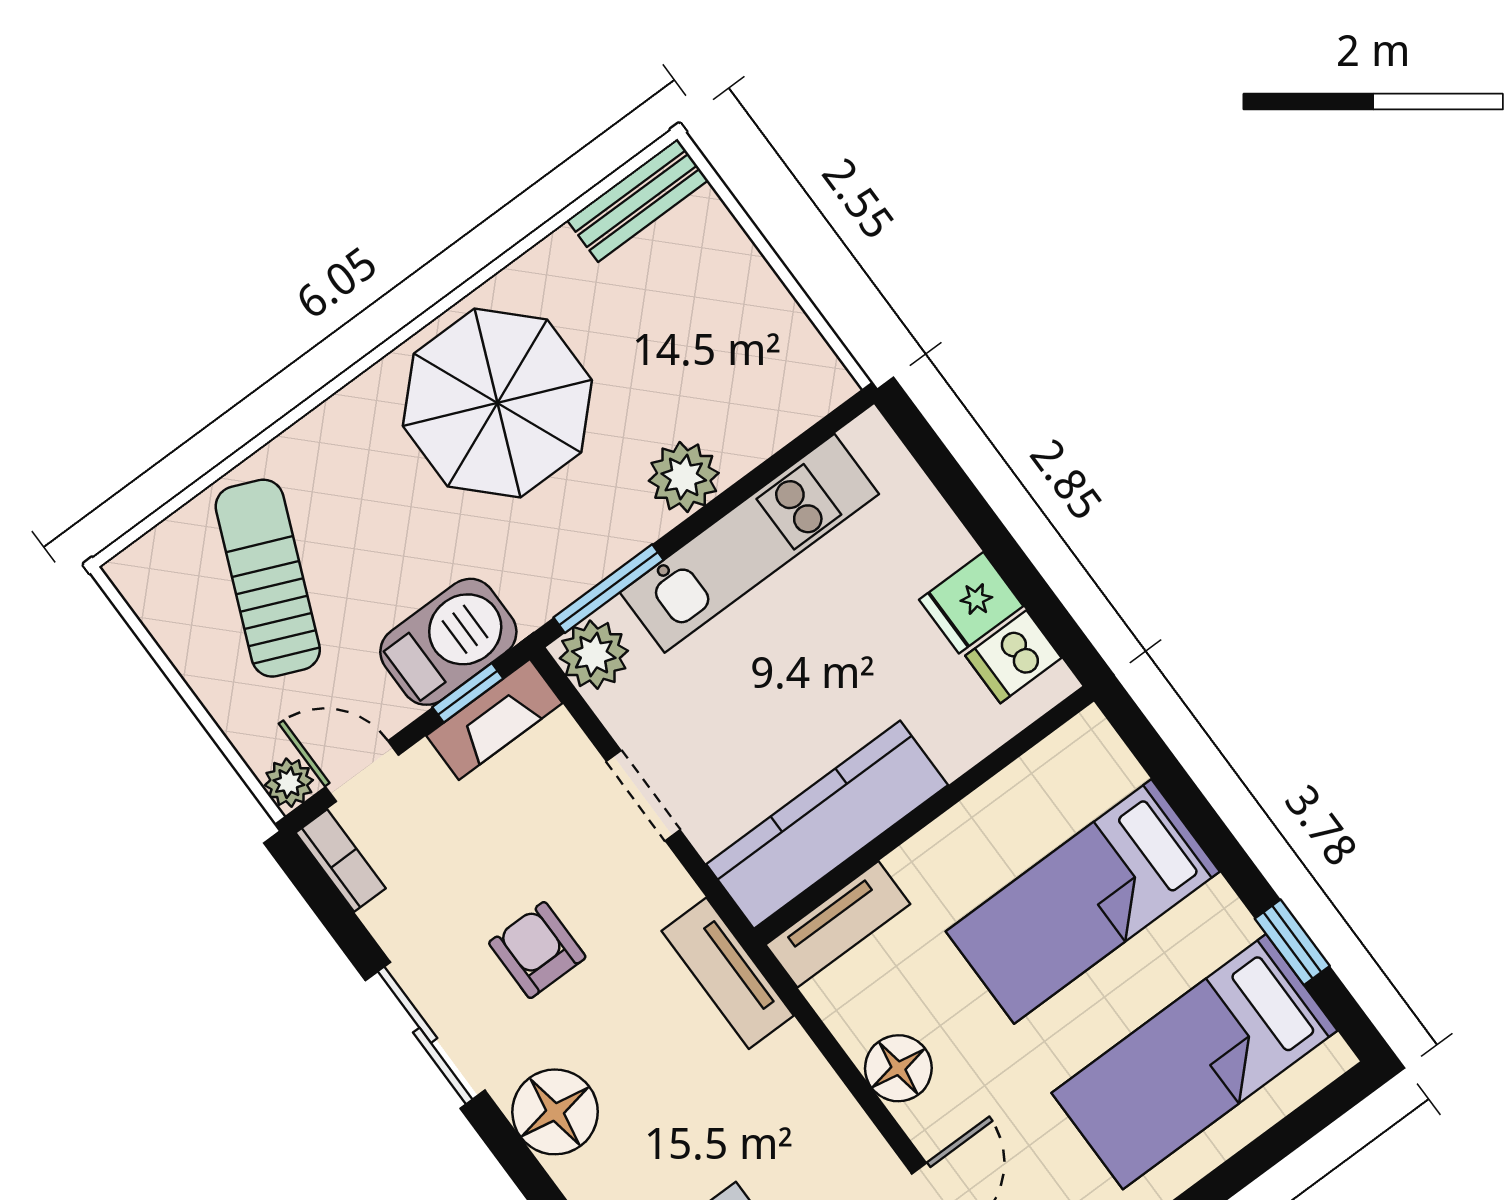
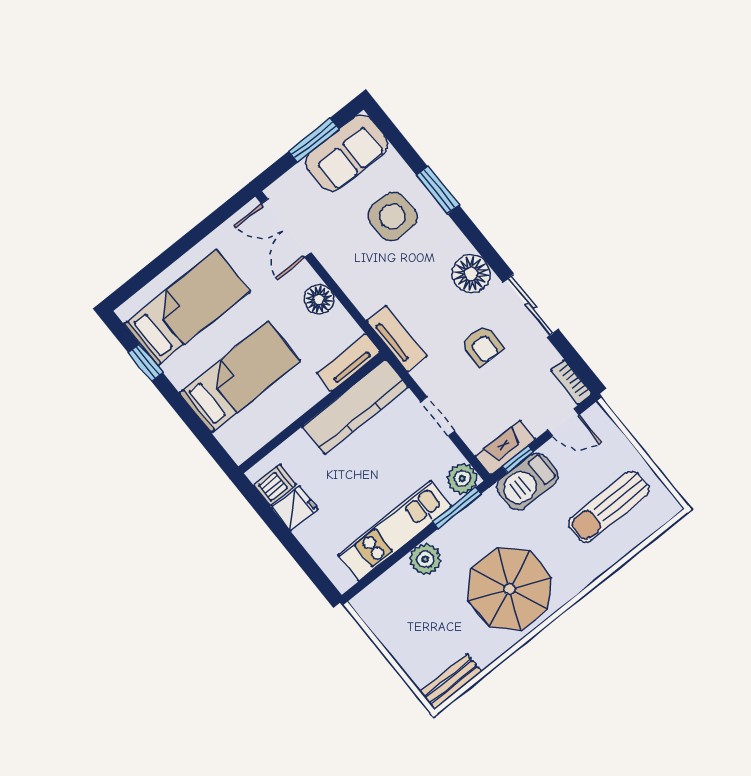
sun lounger: (268, 578) -> (609, 507), turned 67
plant: (289, 783) -> (596, 416), removed

